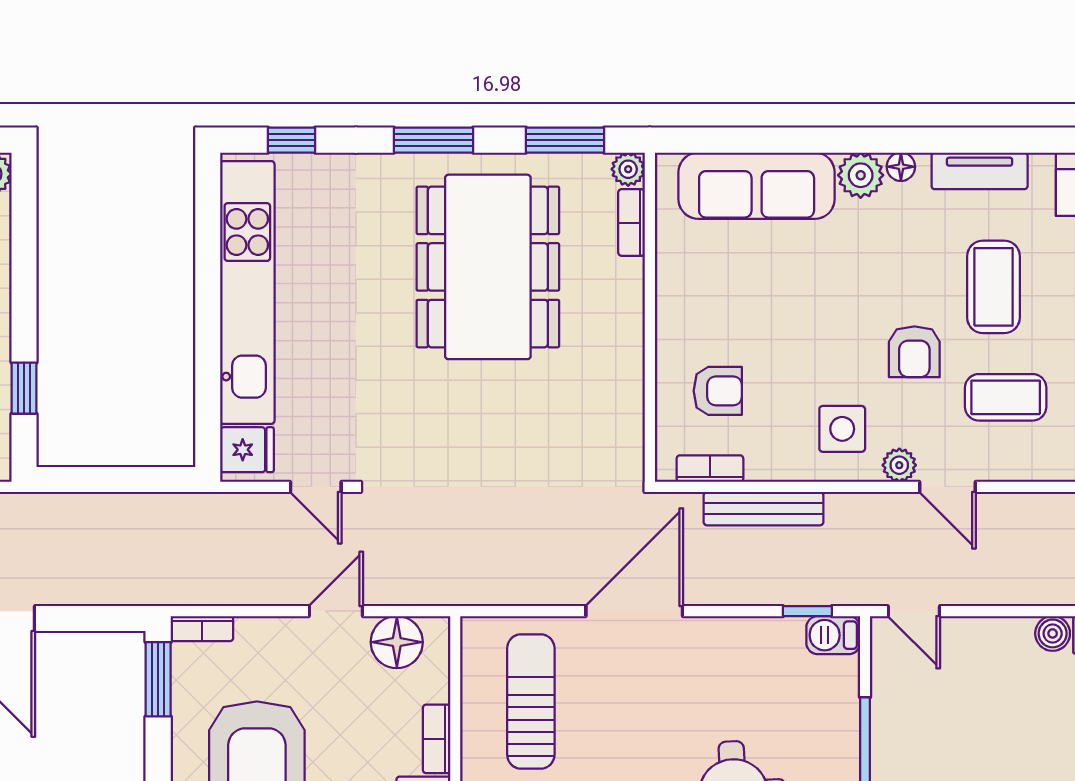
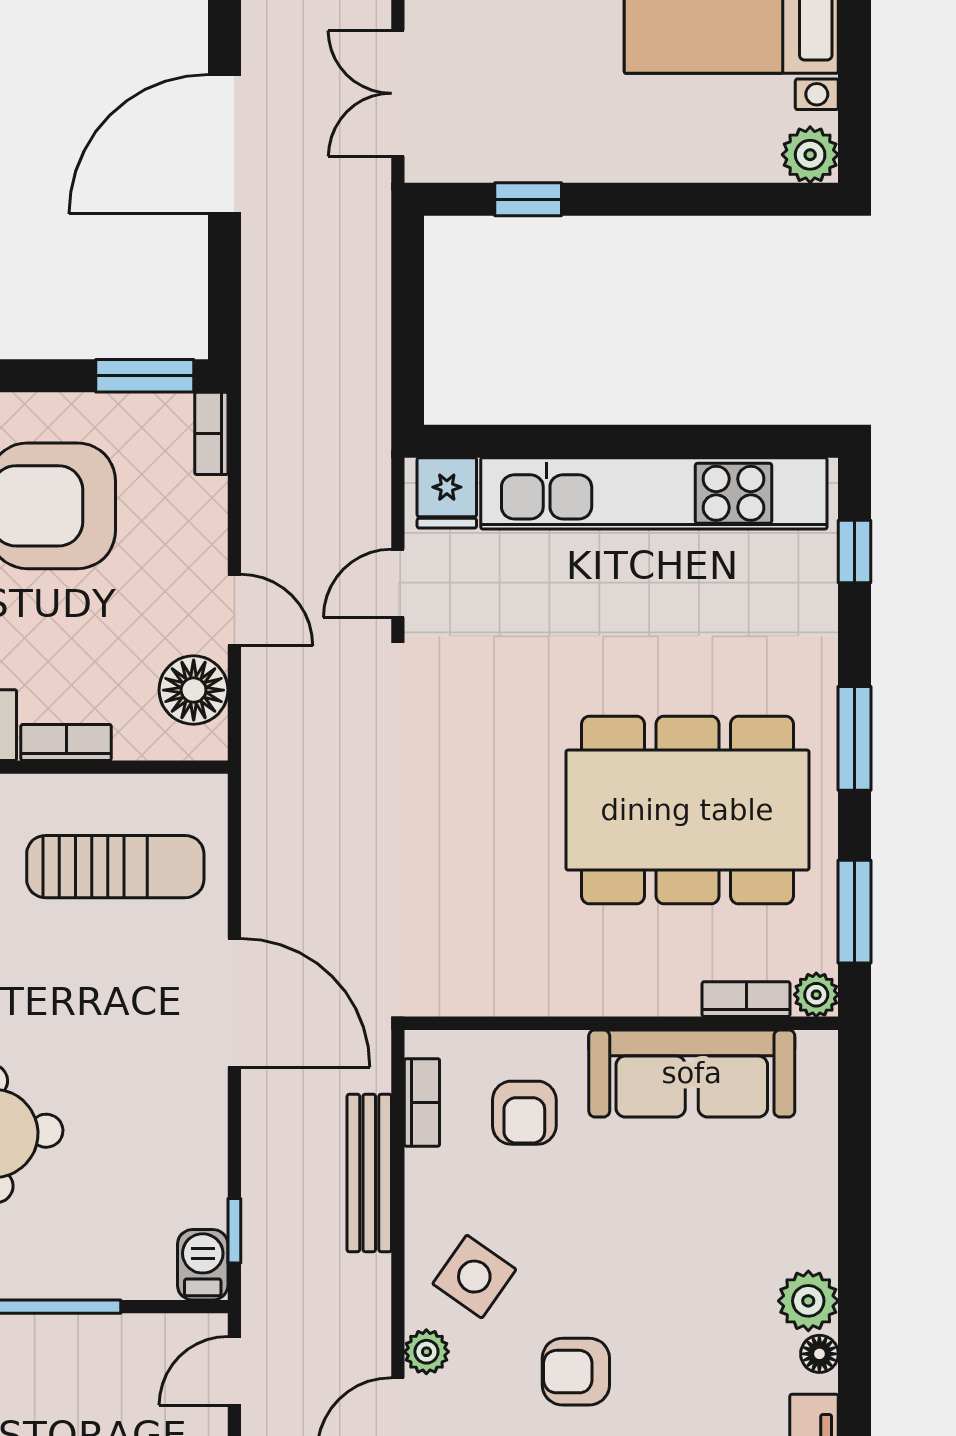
sofa: (757, 186) -> (692, 1073), moved, turned -90
side table: (842, 429) -> (474, 1277), turned 35

